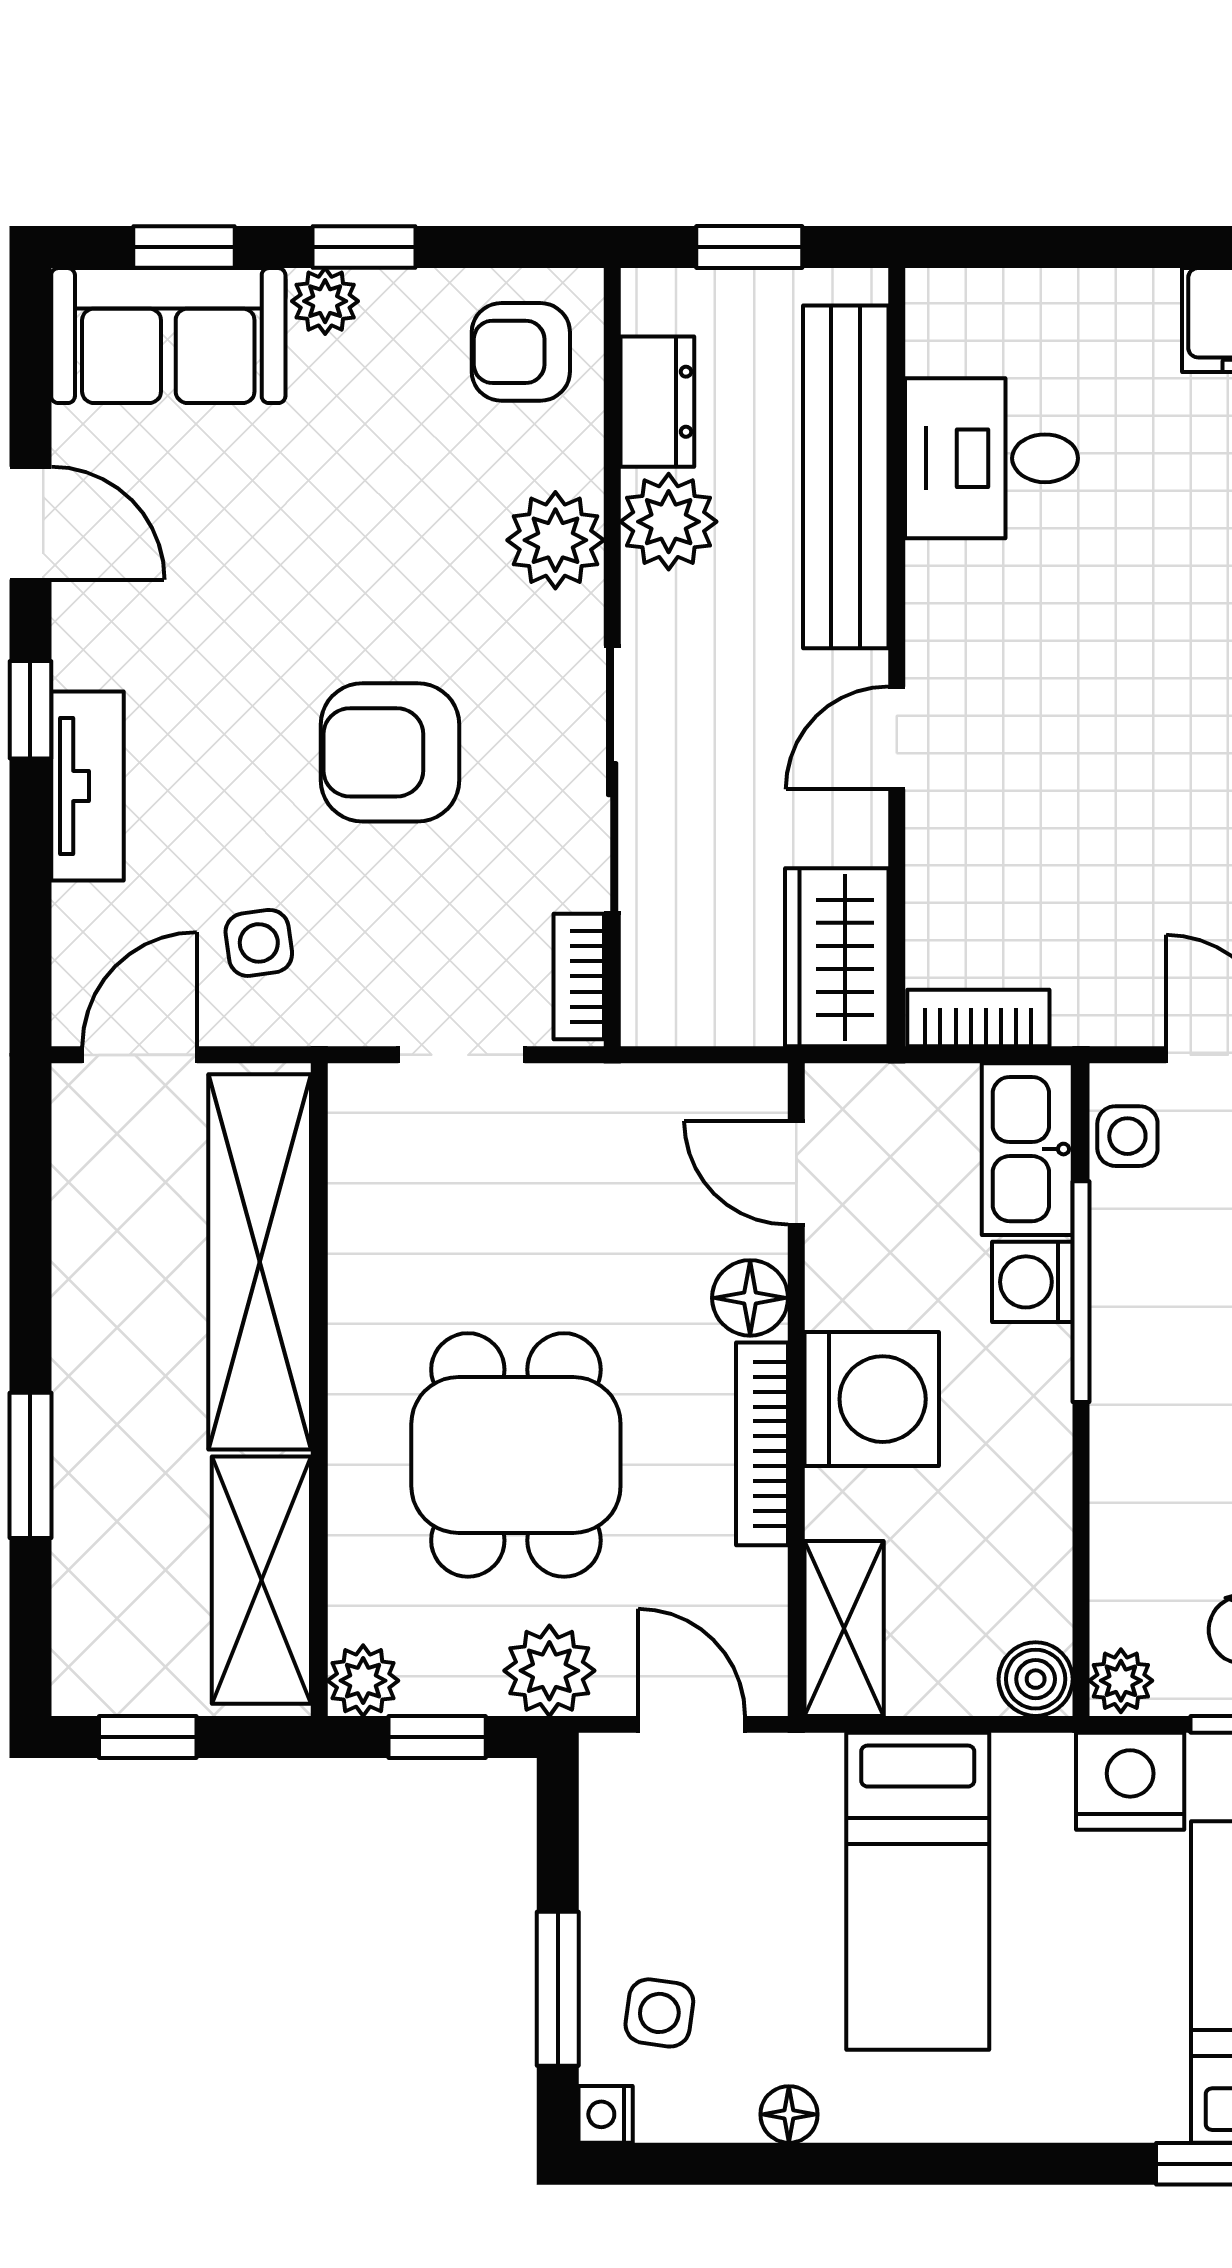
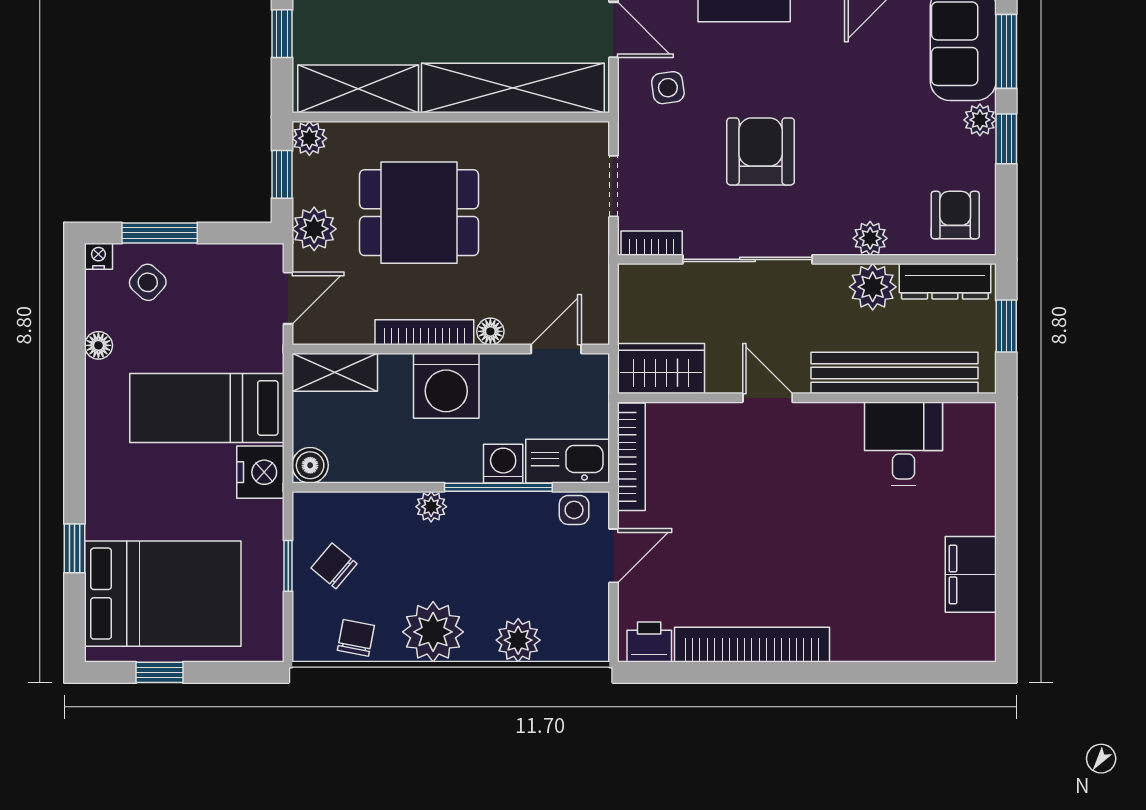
window: (184, 247) -> (1006, 51), width x1.50
dresser: (657, 402) -> (945, 281), width x1.44
plant: (555, 540) -> (870, 238), width x0.73, depth x0.73
bookcase: (978, 1018) -> (631, 457), width x1.56
floor lamp: (750, 1298) -> (490, 331), width x0.73, depth x0.73
plant: (1121, 1681) -> (431, 507), moved
nightstand: (1130, 1781) -> (260, 472), moved
side table: (659, 2013) -> (148, 282), turned 34

